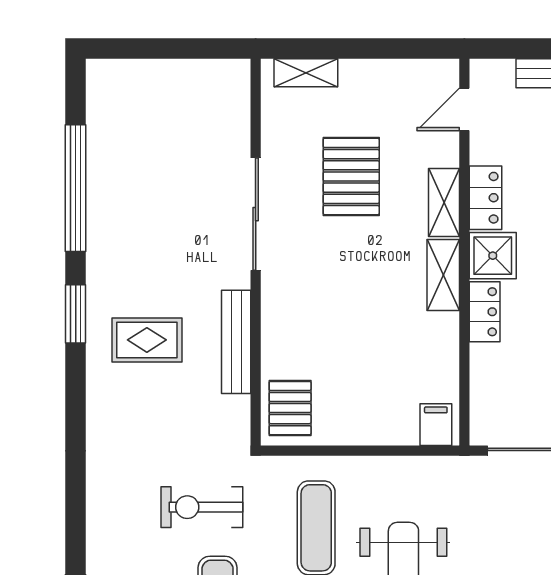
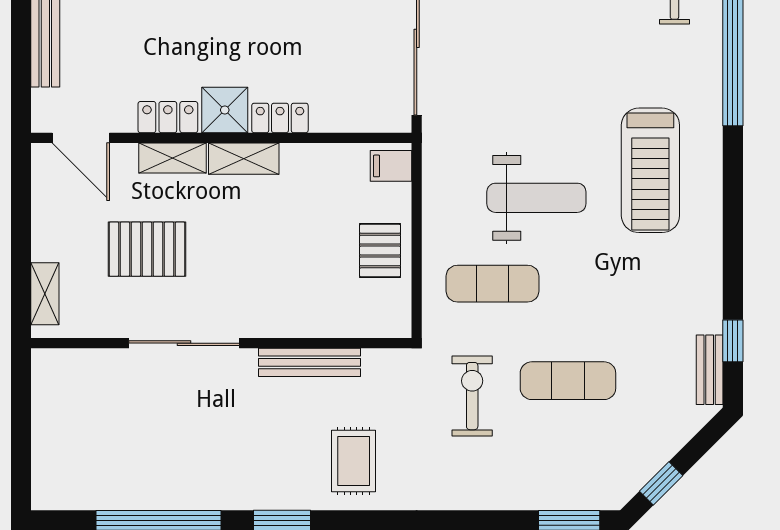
door: (464, 109) -> (81, 138), width x1.38
rug: (147, 340) -> (354, 461), moved
pallet: (290, 408) -> (380, 251), moved, turned 90
exercise bike: (202, 507) -> (472, 396), turned 180

